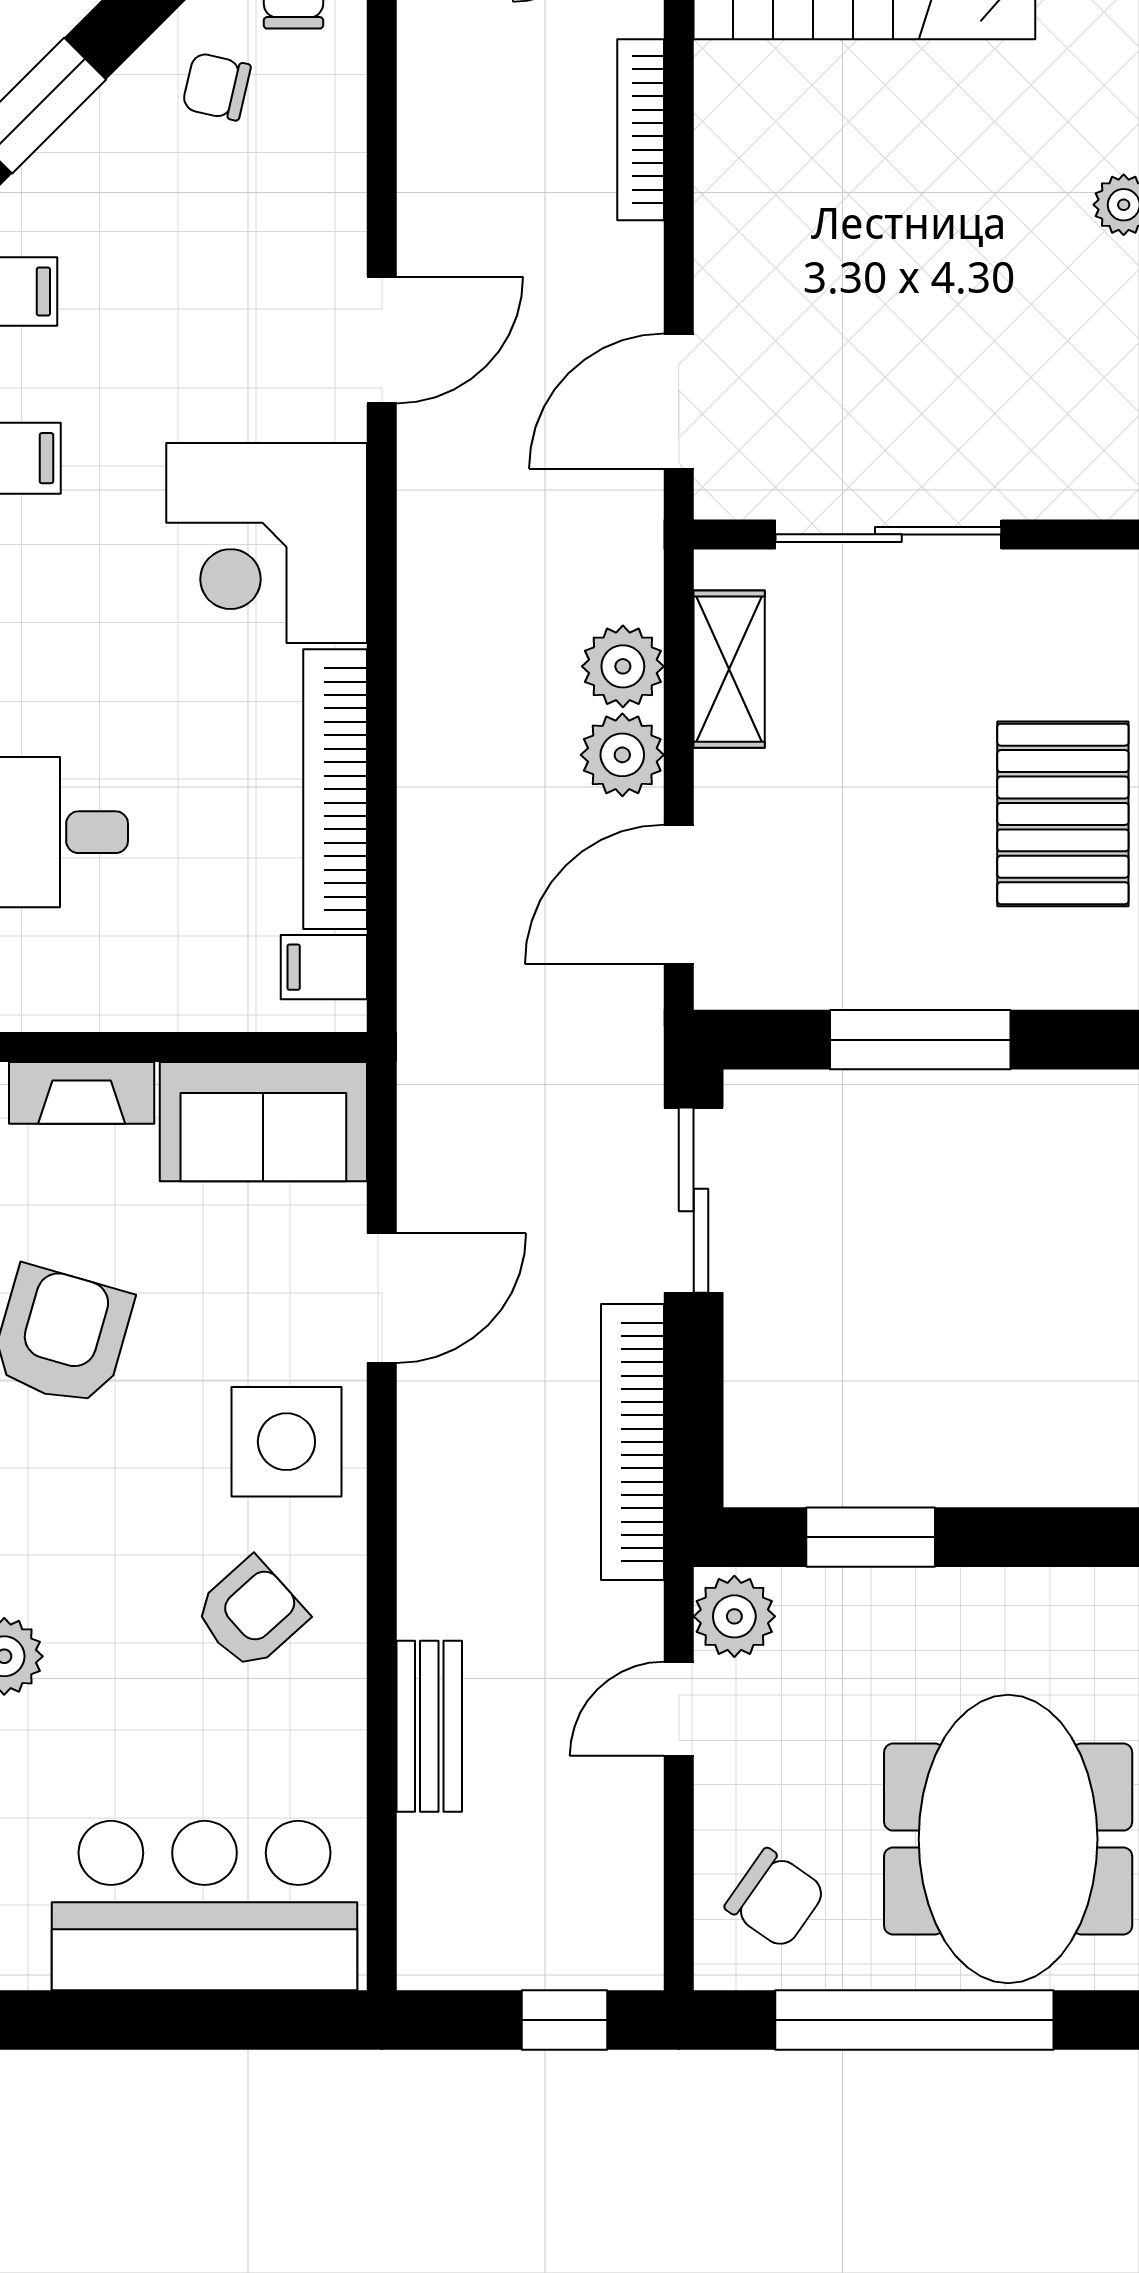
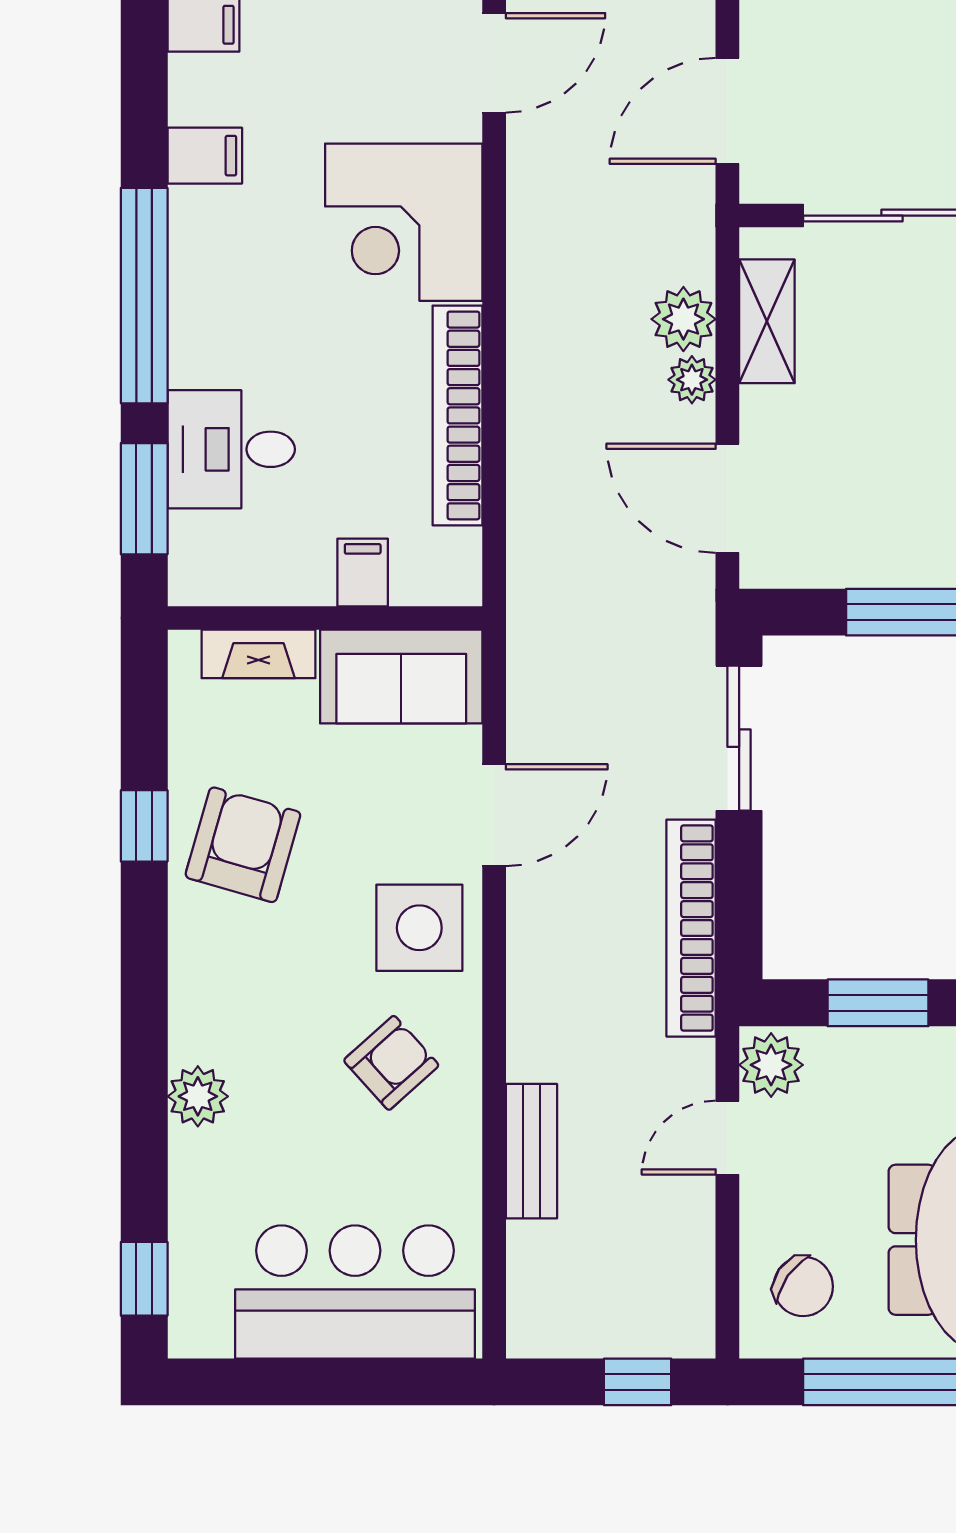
plant: (622, 755) -> (692, 380), width x0.73, depth x0.73
door: (679, 894) -> (727, 498), hinge flipped
filing cabinet: (324, 967) -> (363, 572), moved, turned 90

